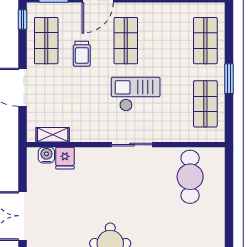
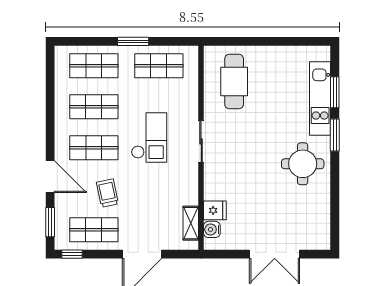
shop shelf: (166, 41) -> (94, 107), added
trolley: (82, 54) -> (107, 193), turned -102
checkout: (136, 94) -> (149, 138), turned 180
cafe table: (190, 177) -> (234, 82), turned 90

